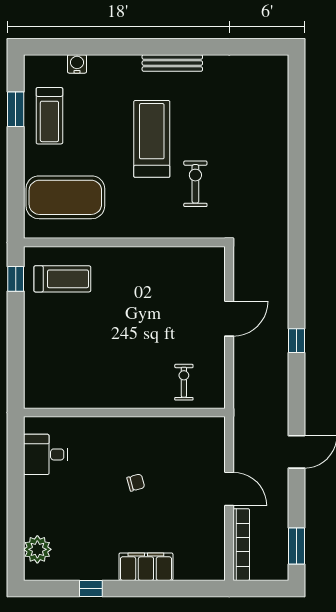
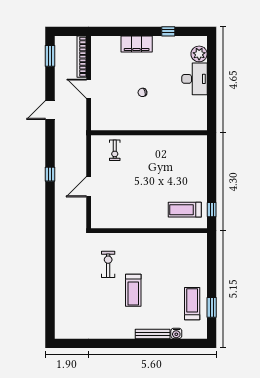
bench: (172, 63) -> (153, 334), moved
treadmill: (152, 139) -> (133, 290), width x0.73, depth x0.73
exercise bike: (195, 184) -> (108, 264), turned 180
exercise mat: (65, 197) -> (183, 257), removed
desk: (45, 454) -> (194, 79), moved, width x1.37

